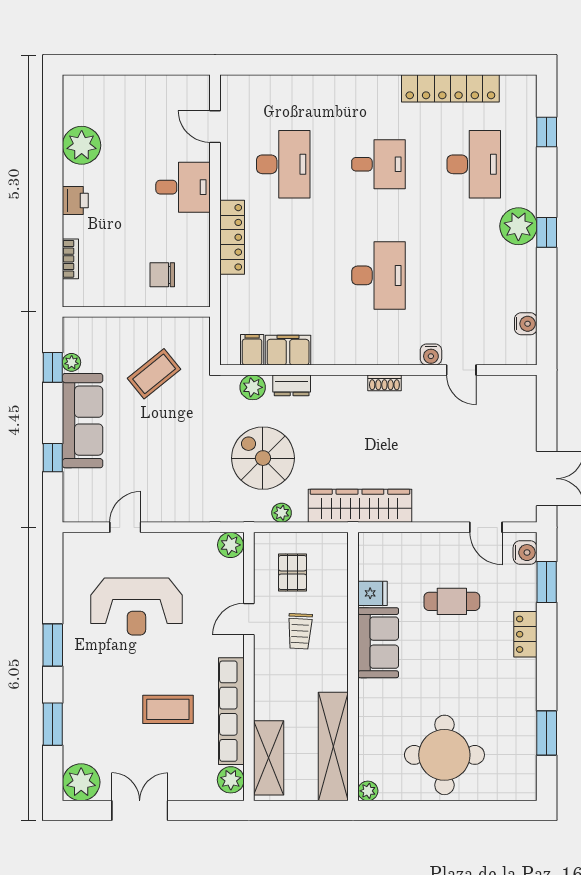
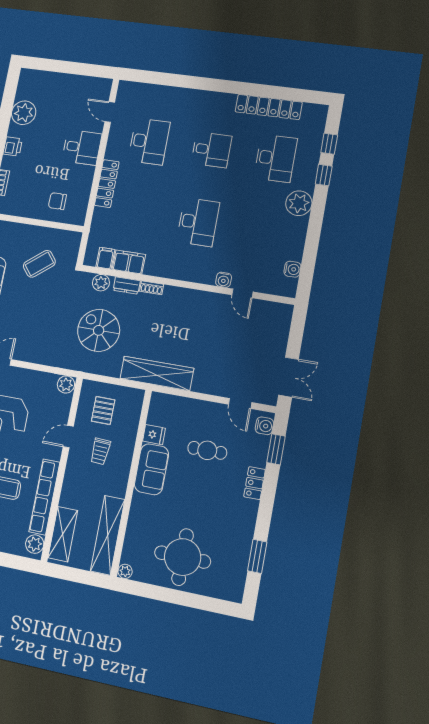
window: (547, 232) -> (324, 175), moved
shoe rack: (384, 383) -> (152, 288), moved
plant: (282, 513) -> (104, 369), removed

